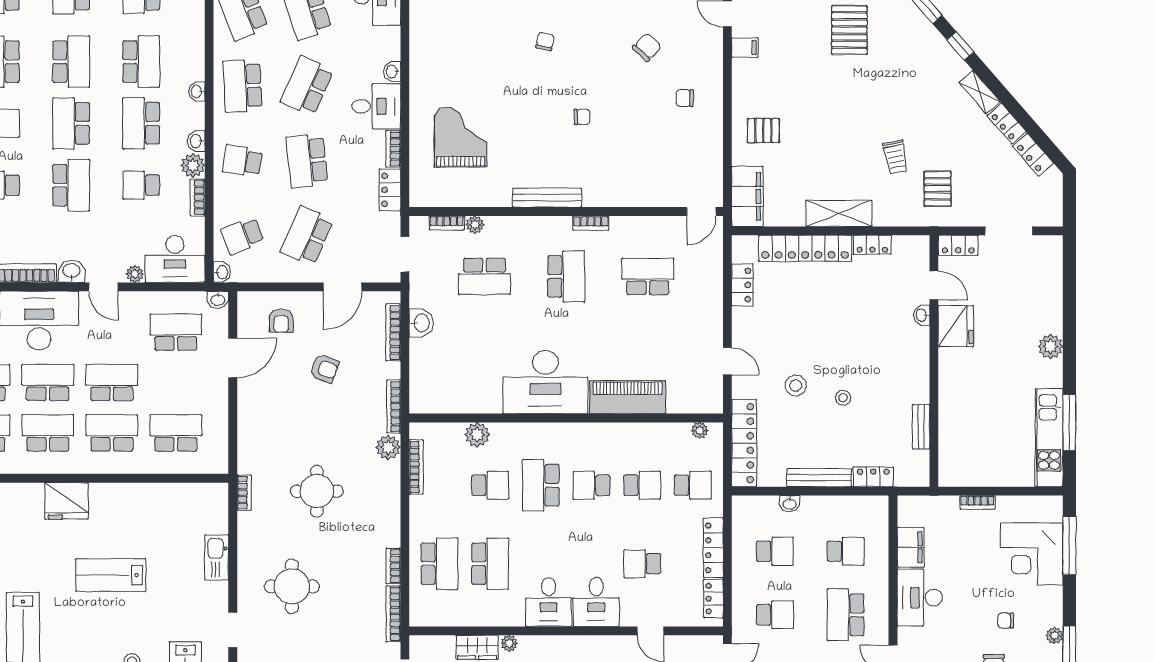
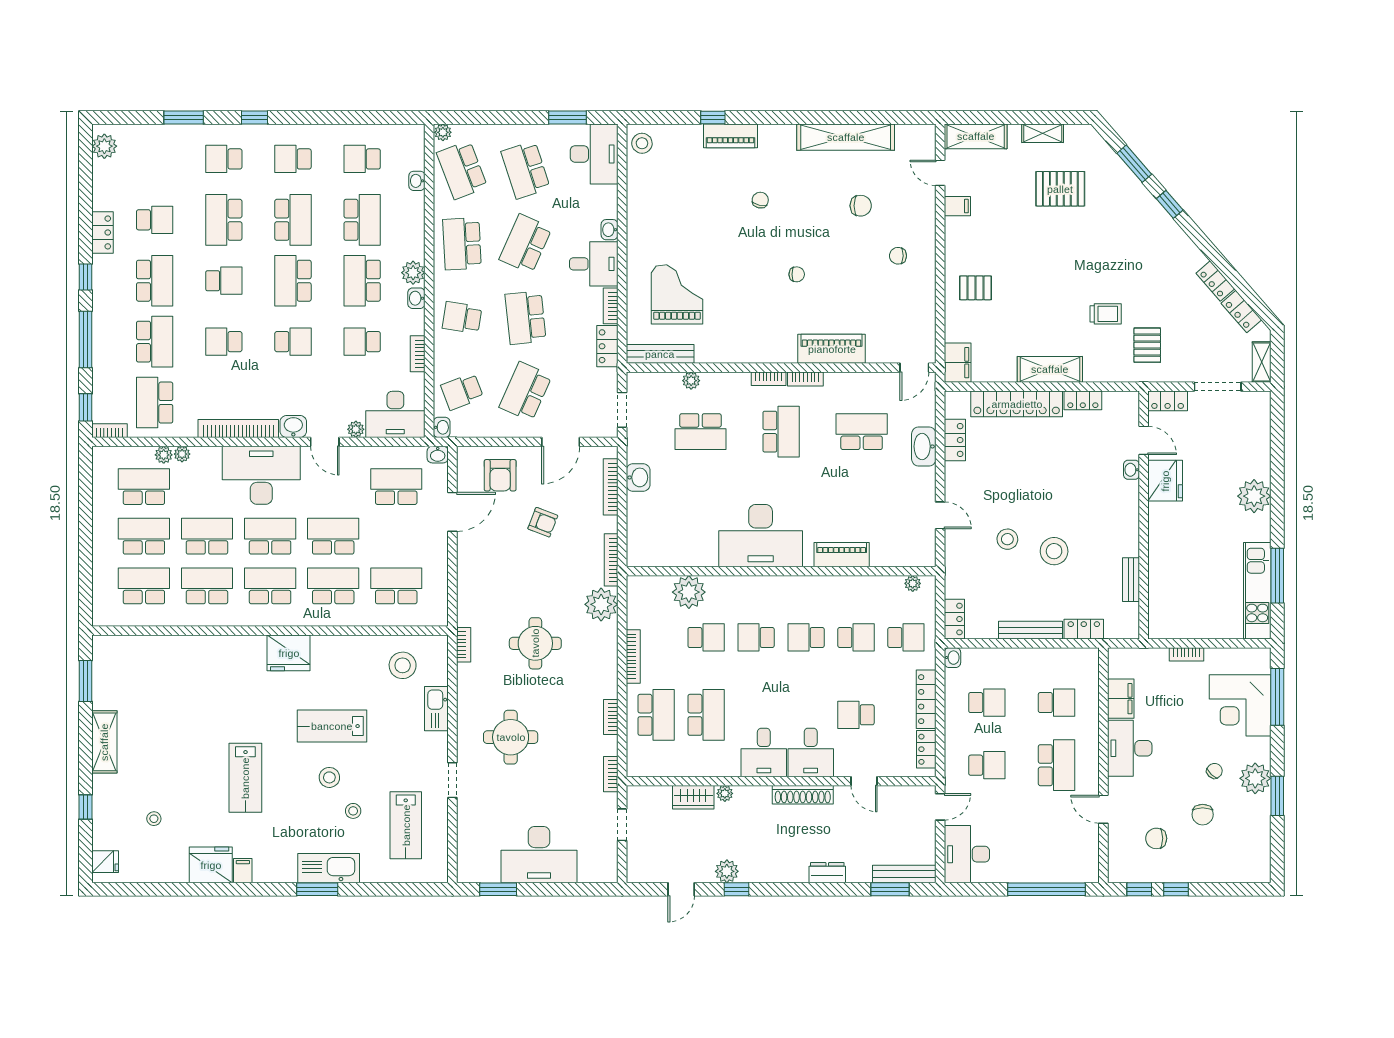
pallet: (849, 30) -> (1060, 189), turned 90
chair: (647, 47) -> (861, 206), turned 47
washbasin: (197, 92) -> (417, 181), moved
shelving: (980, 92) -> (1262, 362), moved, turned 41
trolley: (895, 157) -> (1106, 314), turned -79
plant: (193, 165) -> (413, 273), moved
school desk: (71, 185) -> (293, 342), width x0.54
piano: (617, 192) -> (832, 349), added
filing cabinet: (747, 196) -> (958, 363), width x0.67, depth x0.86
bench: (547, 198) -> (660, 354), moved
bookcase: (447, 223) -> (769, 379), moved
washbasin: (711, 292) -> (924, 446), added
armchair: (281, 321) -> (500, 475), width x1.38, depth x1.38
plant: (1050, 346) -> (1254, 496), width x1.36, depth x1.36
piano: (628, 397) -> (842, 555), width x0.73, depth x0.75
stool: (843, 398) -> (1054, 551), width x1.89, depth x1.89
plant: (477, 435) -> (689, 592), width x1.36, depth x1.36
locker: (744, 443) -> (954, 619), width x0.46, depth x0.83
plant: (388, 447) -> (601, 604), width x1.36, depth x1.36
bookcase: (416, 467) -> (633, 656), moved
school desk: (541, 485) -> (756, 637), width x0.54
washbasin: (790, 504) -> (952, 658), moved, turned -90
stool: (182, 514) -> (403, 665), added
bookcase: (393, 614) -> (611, 774), width x0.64
school desk: (846, 615) -> (1056, 765), turned 180
chair: (1006, 621) -> (1214, 771), turned 134
stool: (108, 627) -> (329, 777), added
plant: (1054, 636) -> (1255, 778), width x1.88, depth x1.88
shoe rack: (588, 645) -> (803, 795), added

